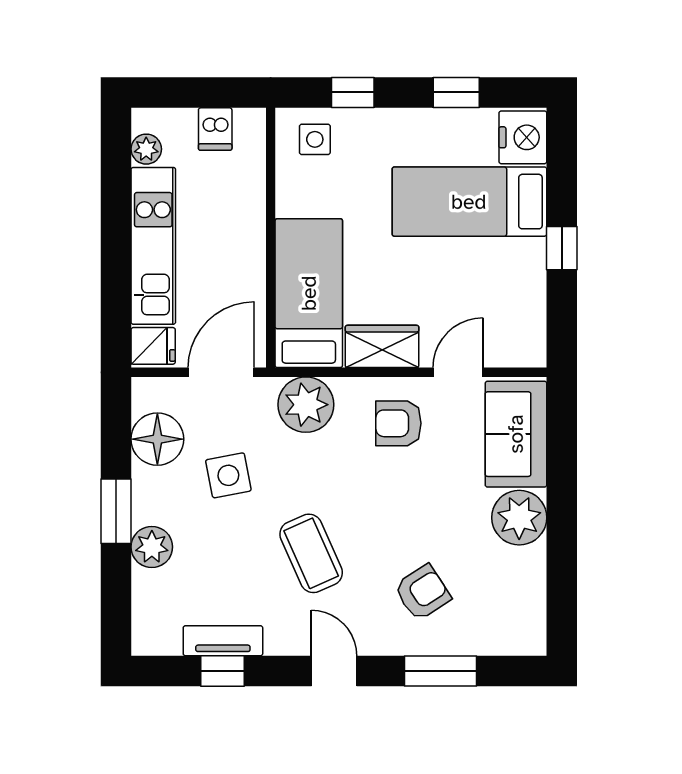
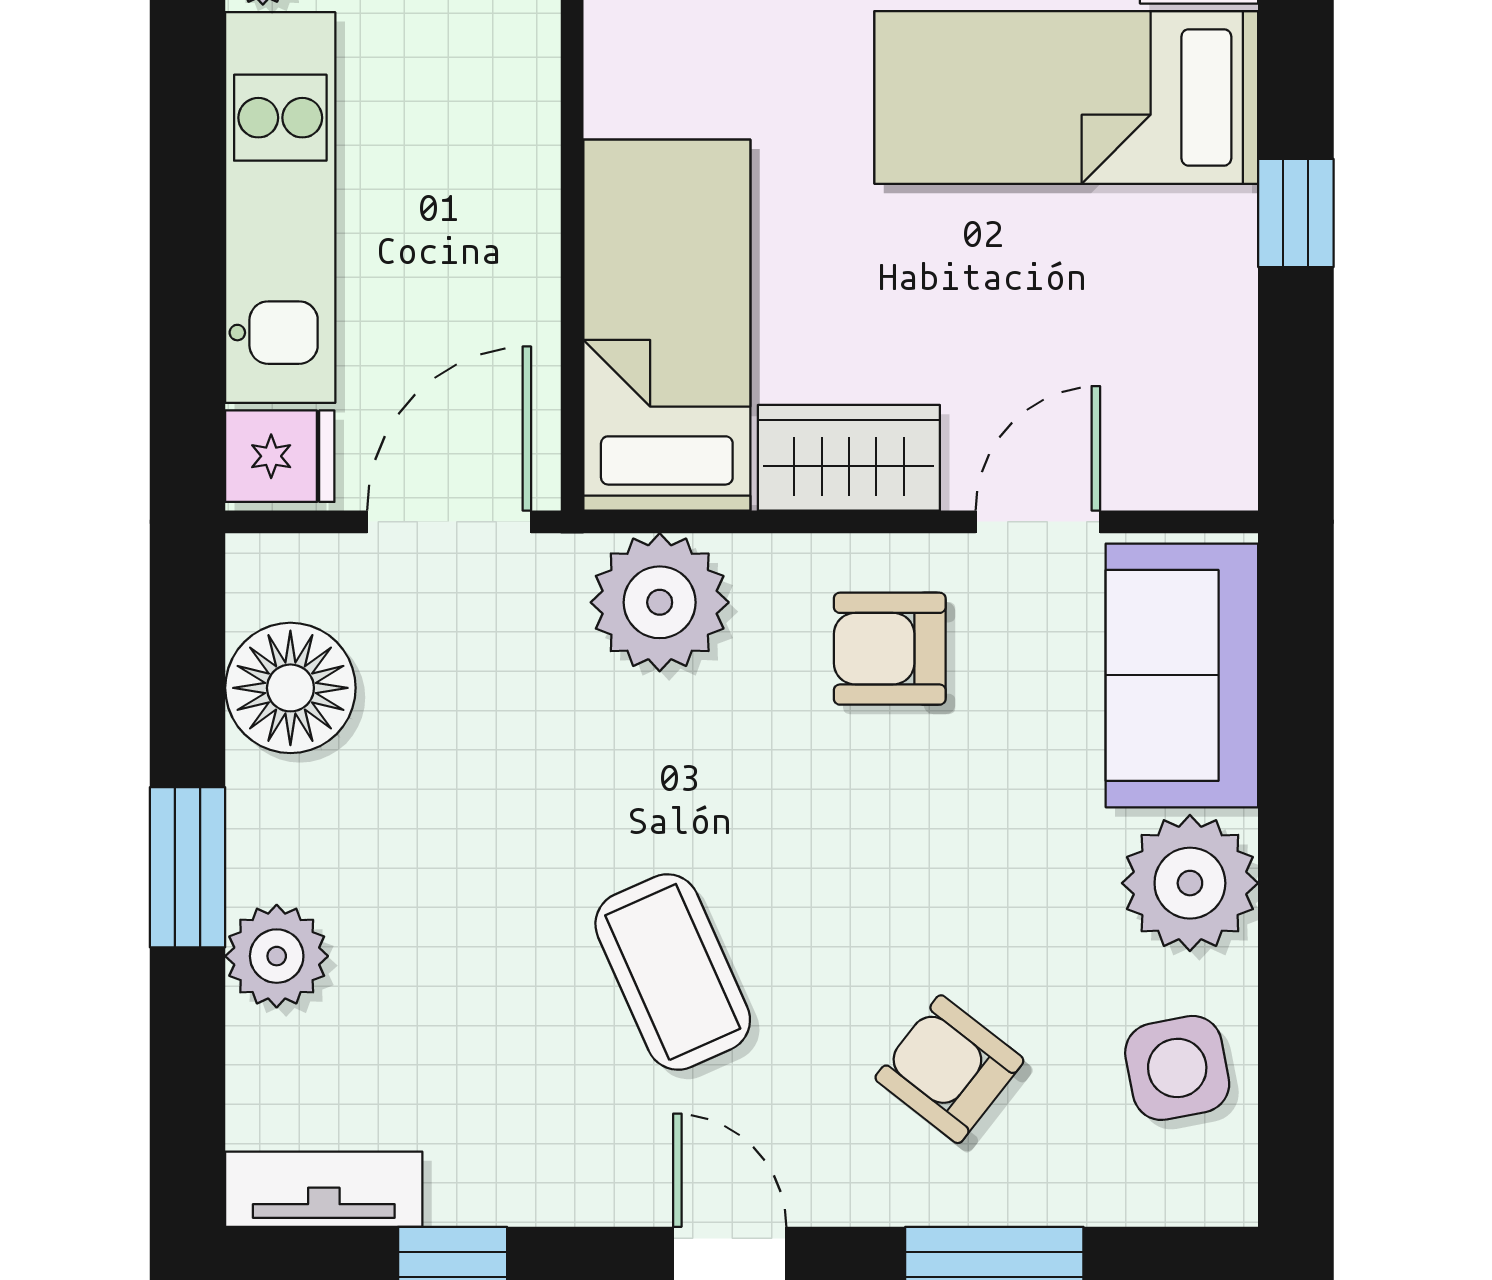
side table: (228, 475) -> (1177, 1068), moved
armchair: (422, 592) -> (949, 1069), turned -109
tv unit: (223, 641) -> (324, 1189), moved

